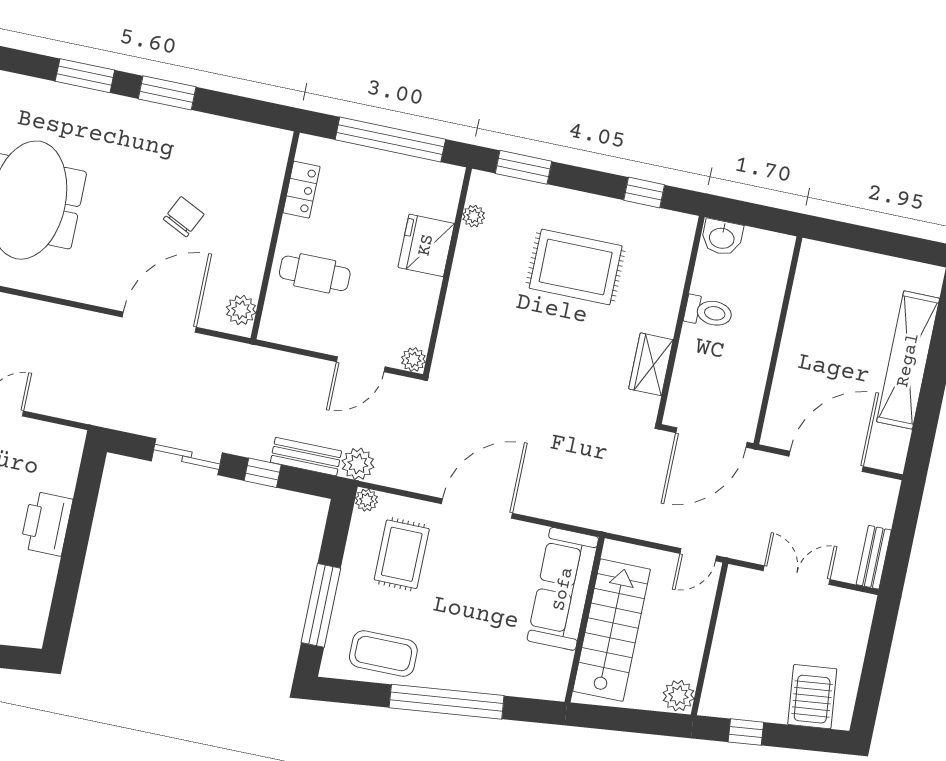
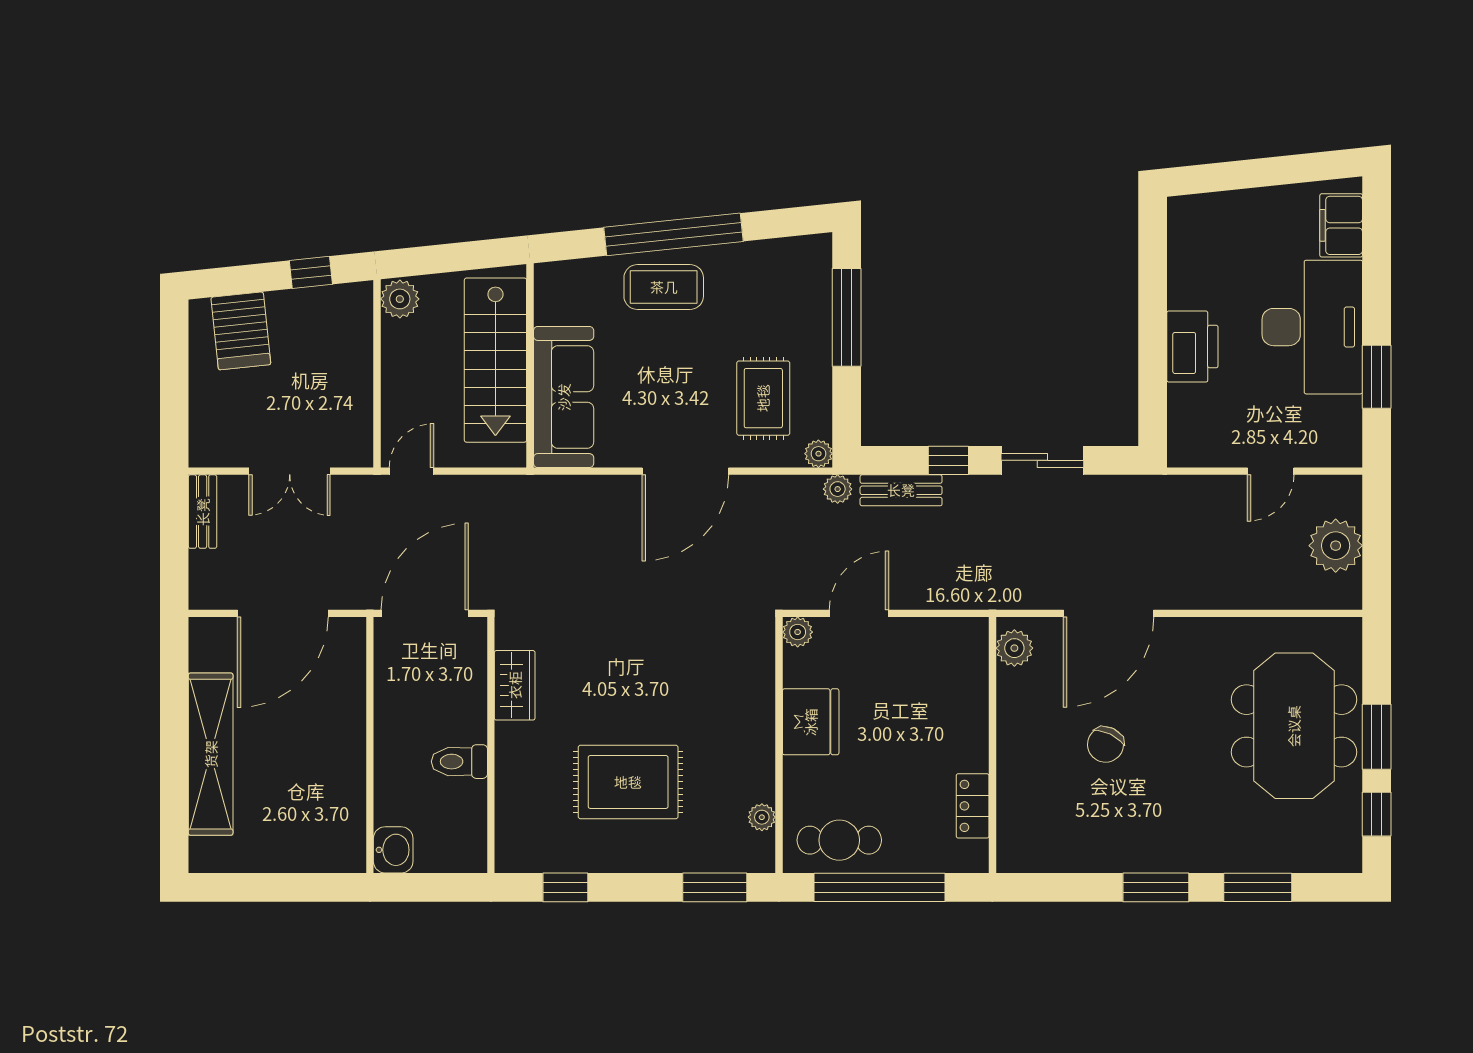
washbasin: (722, 237) -> (393, 850), moved, turned 90
fridge: (426, 245) -> (811, 722), moved
cafe table: (315, 273) -> (839, 840), moved
plant: (358, 464) -> (838, 489), width x0.73, depth x0.73
coffee table: (383, 654) -> (664, 287), moved

